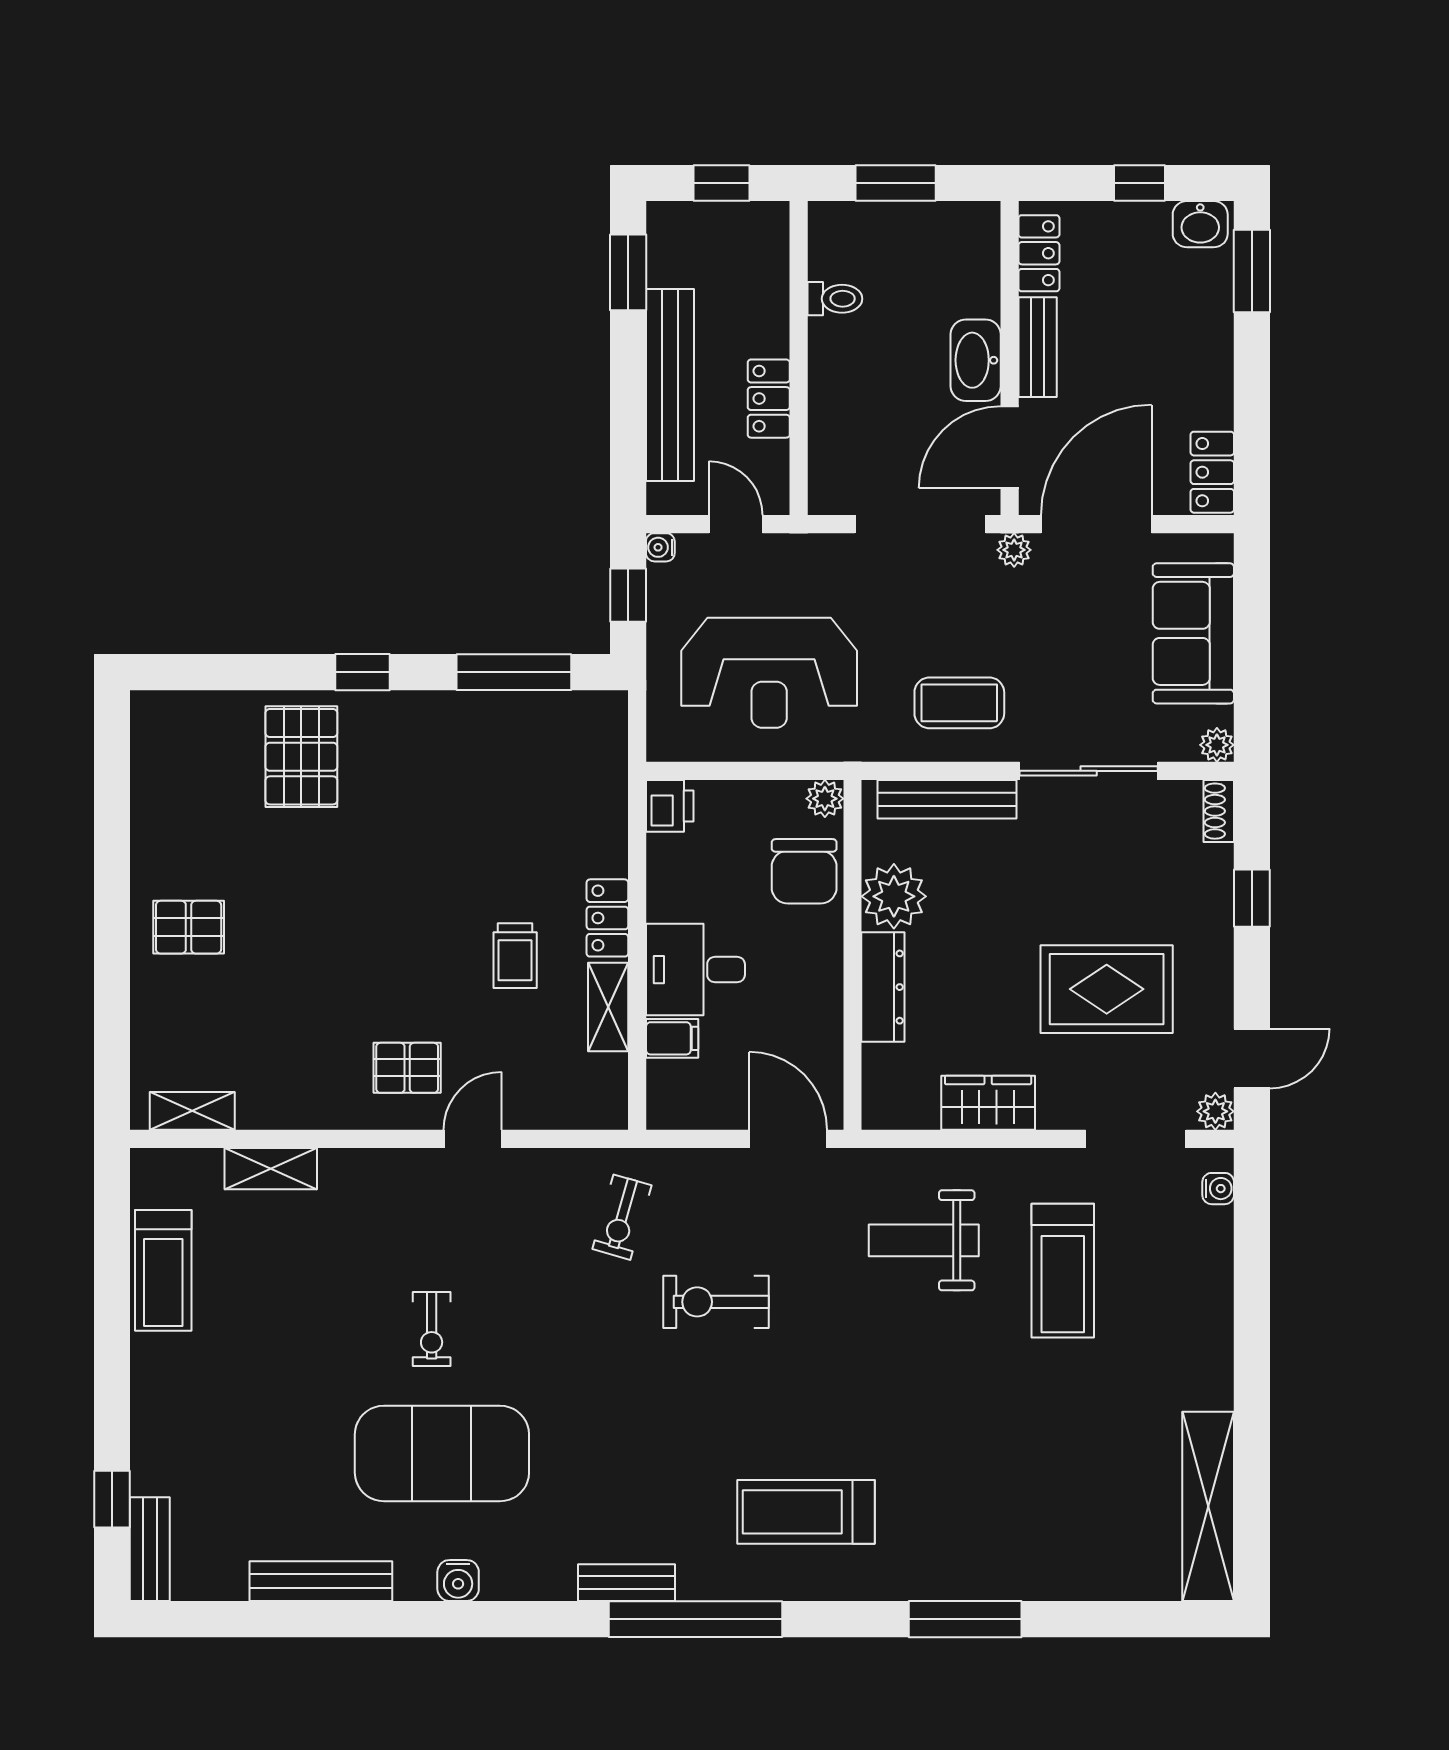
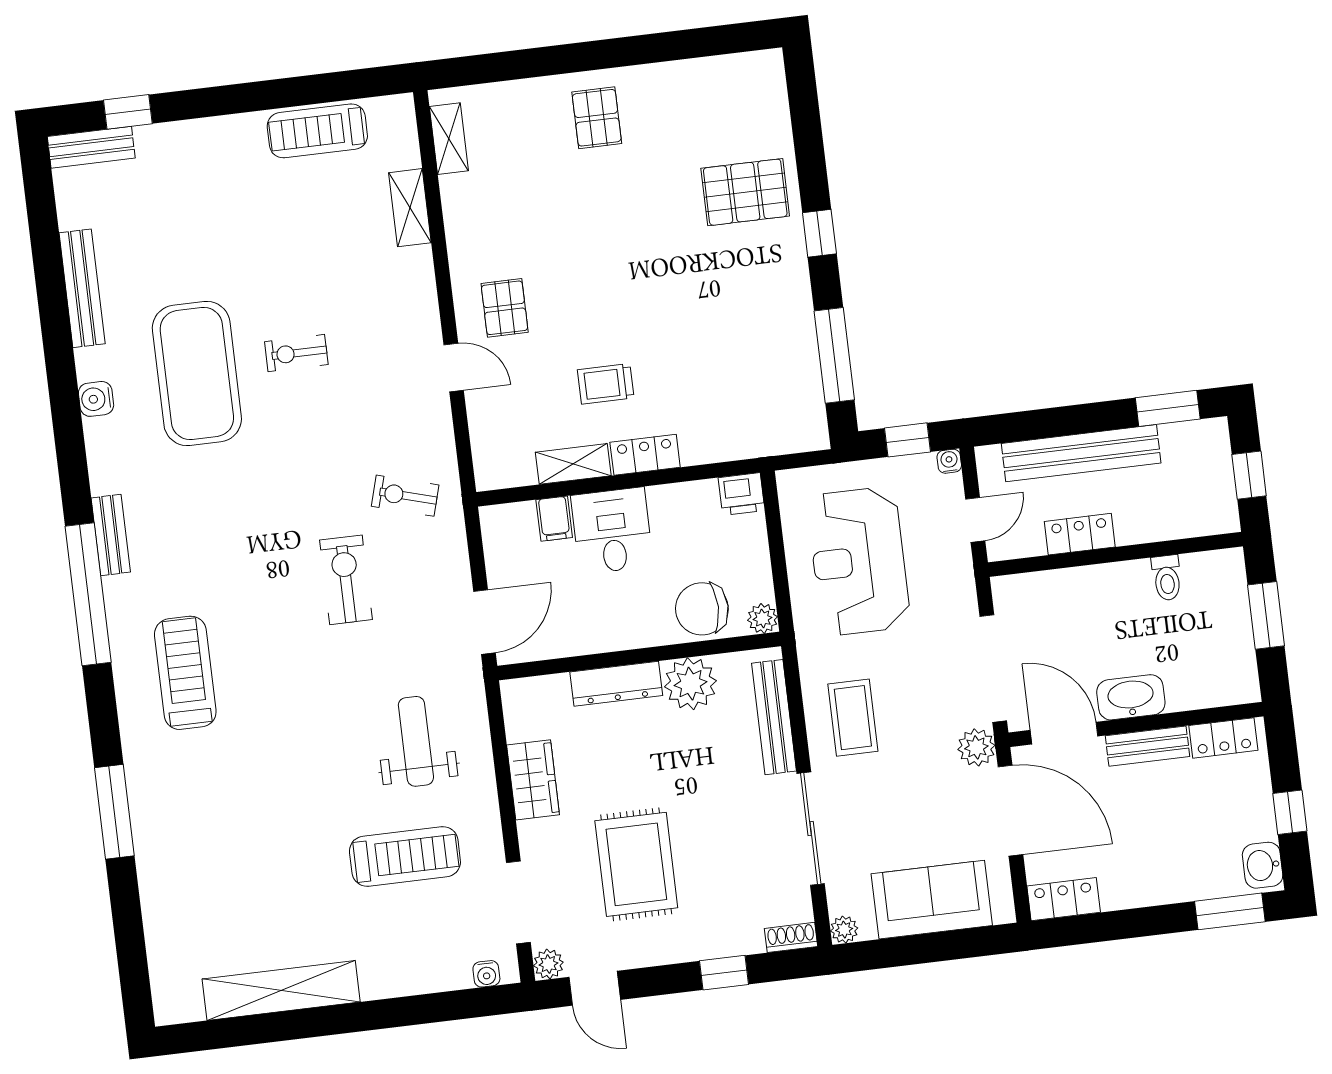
plant: (1014, 550) -> (976, 747), width x1.38, depth x1.38
treadmill: (1063, 1271) -> (405, 856), turned 180
shelving: (1208, 1506) -> (281, 990), moved

